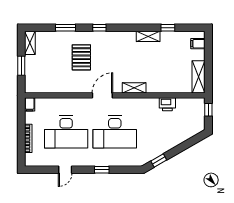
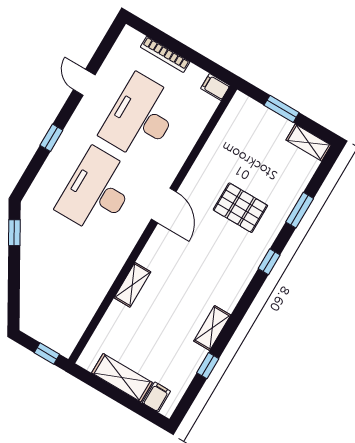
shelving: (199, 77) -> (122, 378), moved
shelving: (134, 88) -> (132, 285), moved
printer: (167, 104) -> (92, 296), removed

